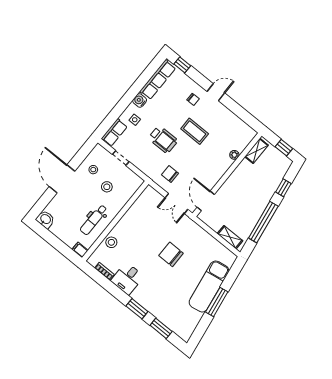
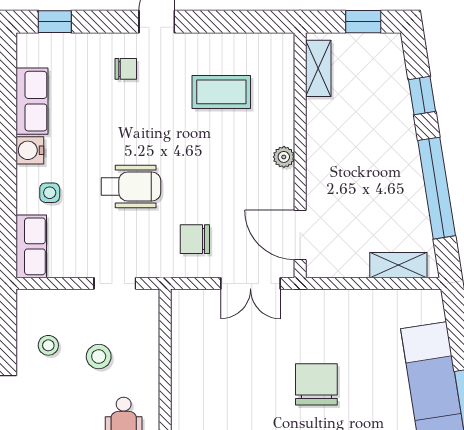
row of seats: (158, 80) -> (32, 101), width x0.68
coffee table: (195, 131) -> (221, 92), moved
plant: (234, 155) -> (284, 157), moved
doorway: (121, 158) -> (115, 283), moved
chair: (171, 254) -> (316, 384), turned 90

